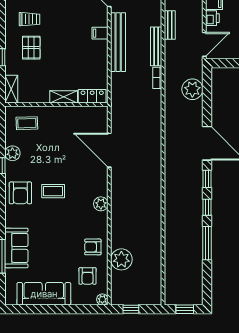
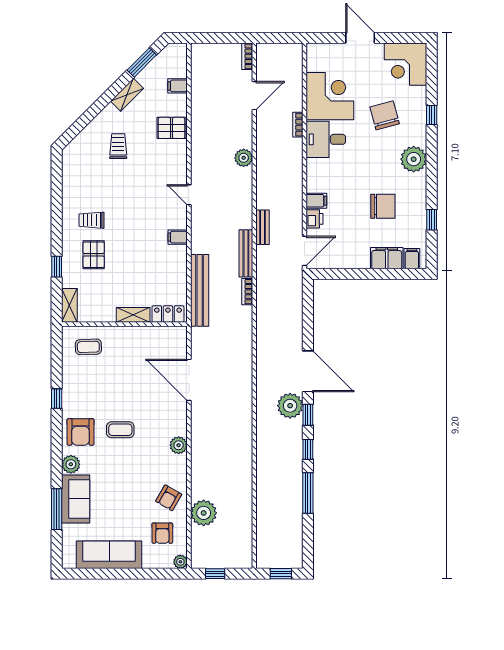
trolley: (29, 19) -> (91, 220), turned 180
bench: (118, 42) -> (200, 290), moved
plant: (192, 89) -> (290, 406), moved
plant: (12, 153) -> (71, 464), moved
armchair: (93, 247) -> (169, 498), turned -60

